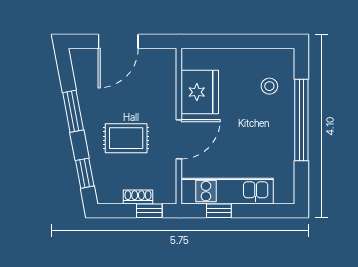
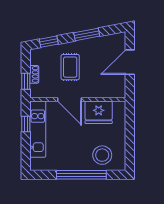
door: (118, 41) -> (130, 62), hinge flipped
stool: (269, 86) -> (102, 155), width x1.89, depth x1.89

